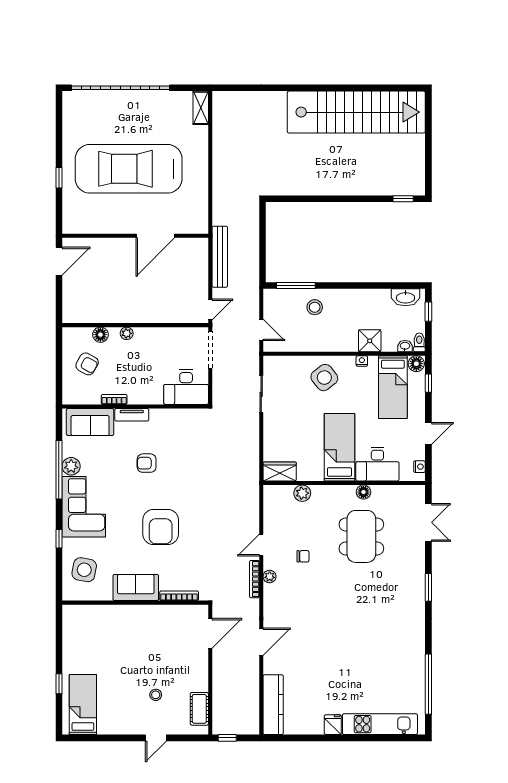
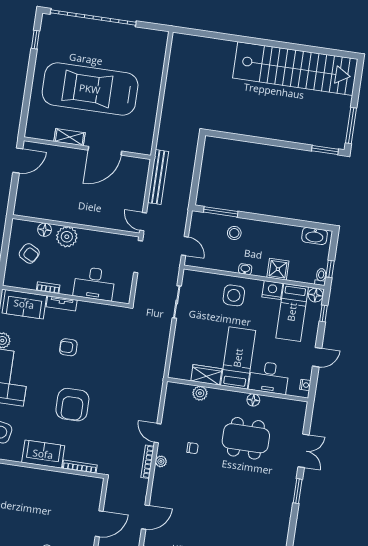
shelving: (201, 108) -> (70, 137), moved, turned 90
window: (428, 167) -> (351, 125), added
window: (59, 178) -> (35, 40), moved
window: (403, 199) -> (325, 150), width x1.50
door: (210, 309) -> (143, 222), swing flipped
window: (428, 312) -> (330, 269), moved
plant: (127, 333) -> (67, 237), width x1.88, depth x1.88
washbasin: (405, 346) -> (245, 269), moved
nightstand: (362, 361) -> (272, 290), width x1.89, depth x1.79
side table: (324, 378) -> (234, 295), turned 38
desk: (186, 387) -> (94, 284), moved
wardrobe: (280, 472) -> (206, 375), moved
double door: (428, 522) -> (303, 451), moved
dining table: (361, 536) -> (246, 438), turned 90
door: (261, 545) -> (158, 433), hinge flipped
door: (210, 633) -> (99, 524), moved

